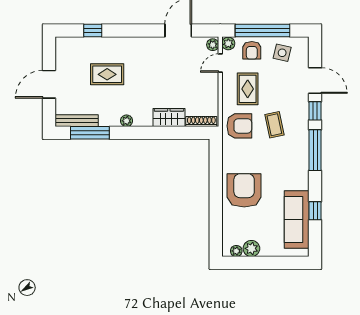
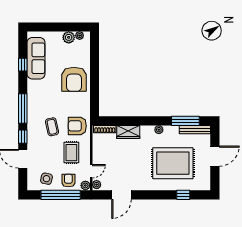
rug: (107, 74) -> (173, 163), width x1.86, depth x2.06

